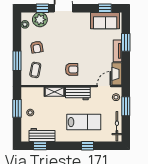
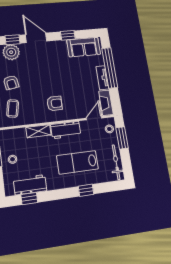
window: (105, 8) -> (68, 35), moved
window: (126, 42) -> (110, 68), width x2.11
lab bench: (84, 122) -> (77, 162), turned 180

